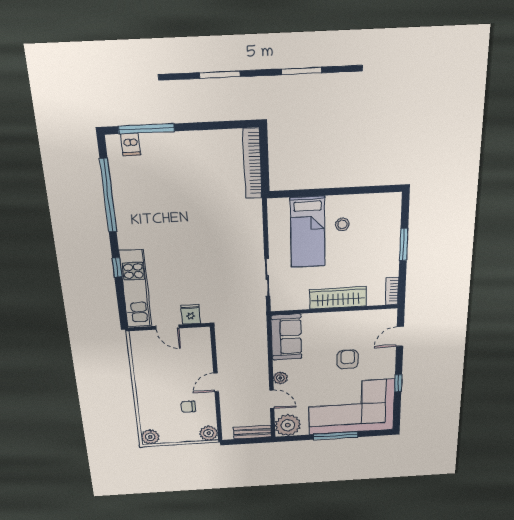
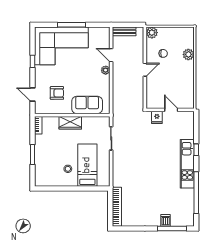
dishwasher: (131, 145) -> (166, 220), moved
kitchen unit: (135, 289) -> (187, 164), moved
wardrobe: (338, 298) -> (70, 123), width x0.67
door: (400, 336) -> (33, 94), swing flipped
sofa: (286, 337) -> (87, 105), moved, turned 90
armchair: (348, 359) -> (57, 93), moved, turned -90
plant: (288, 425) -> (102, 35), removed
plant: (150, 437) -> (188, 54), moved

